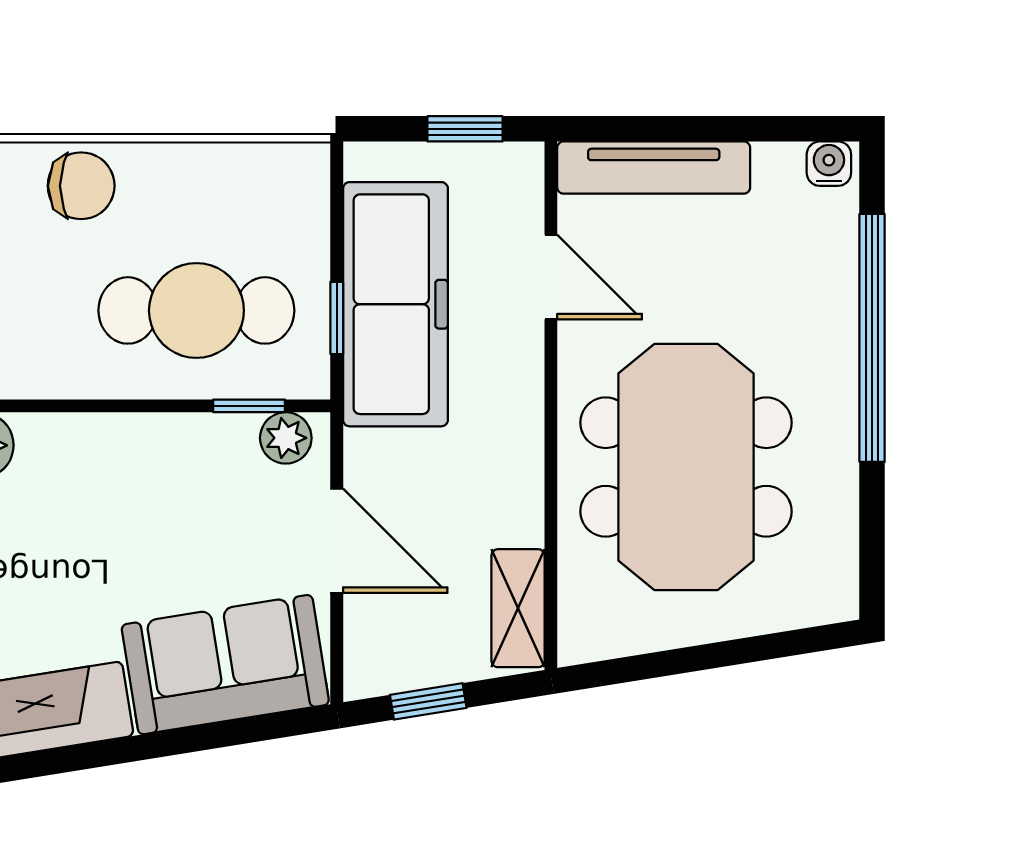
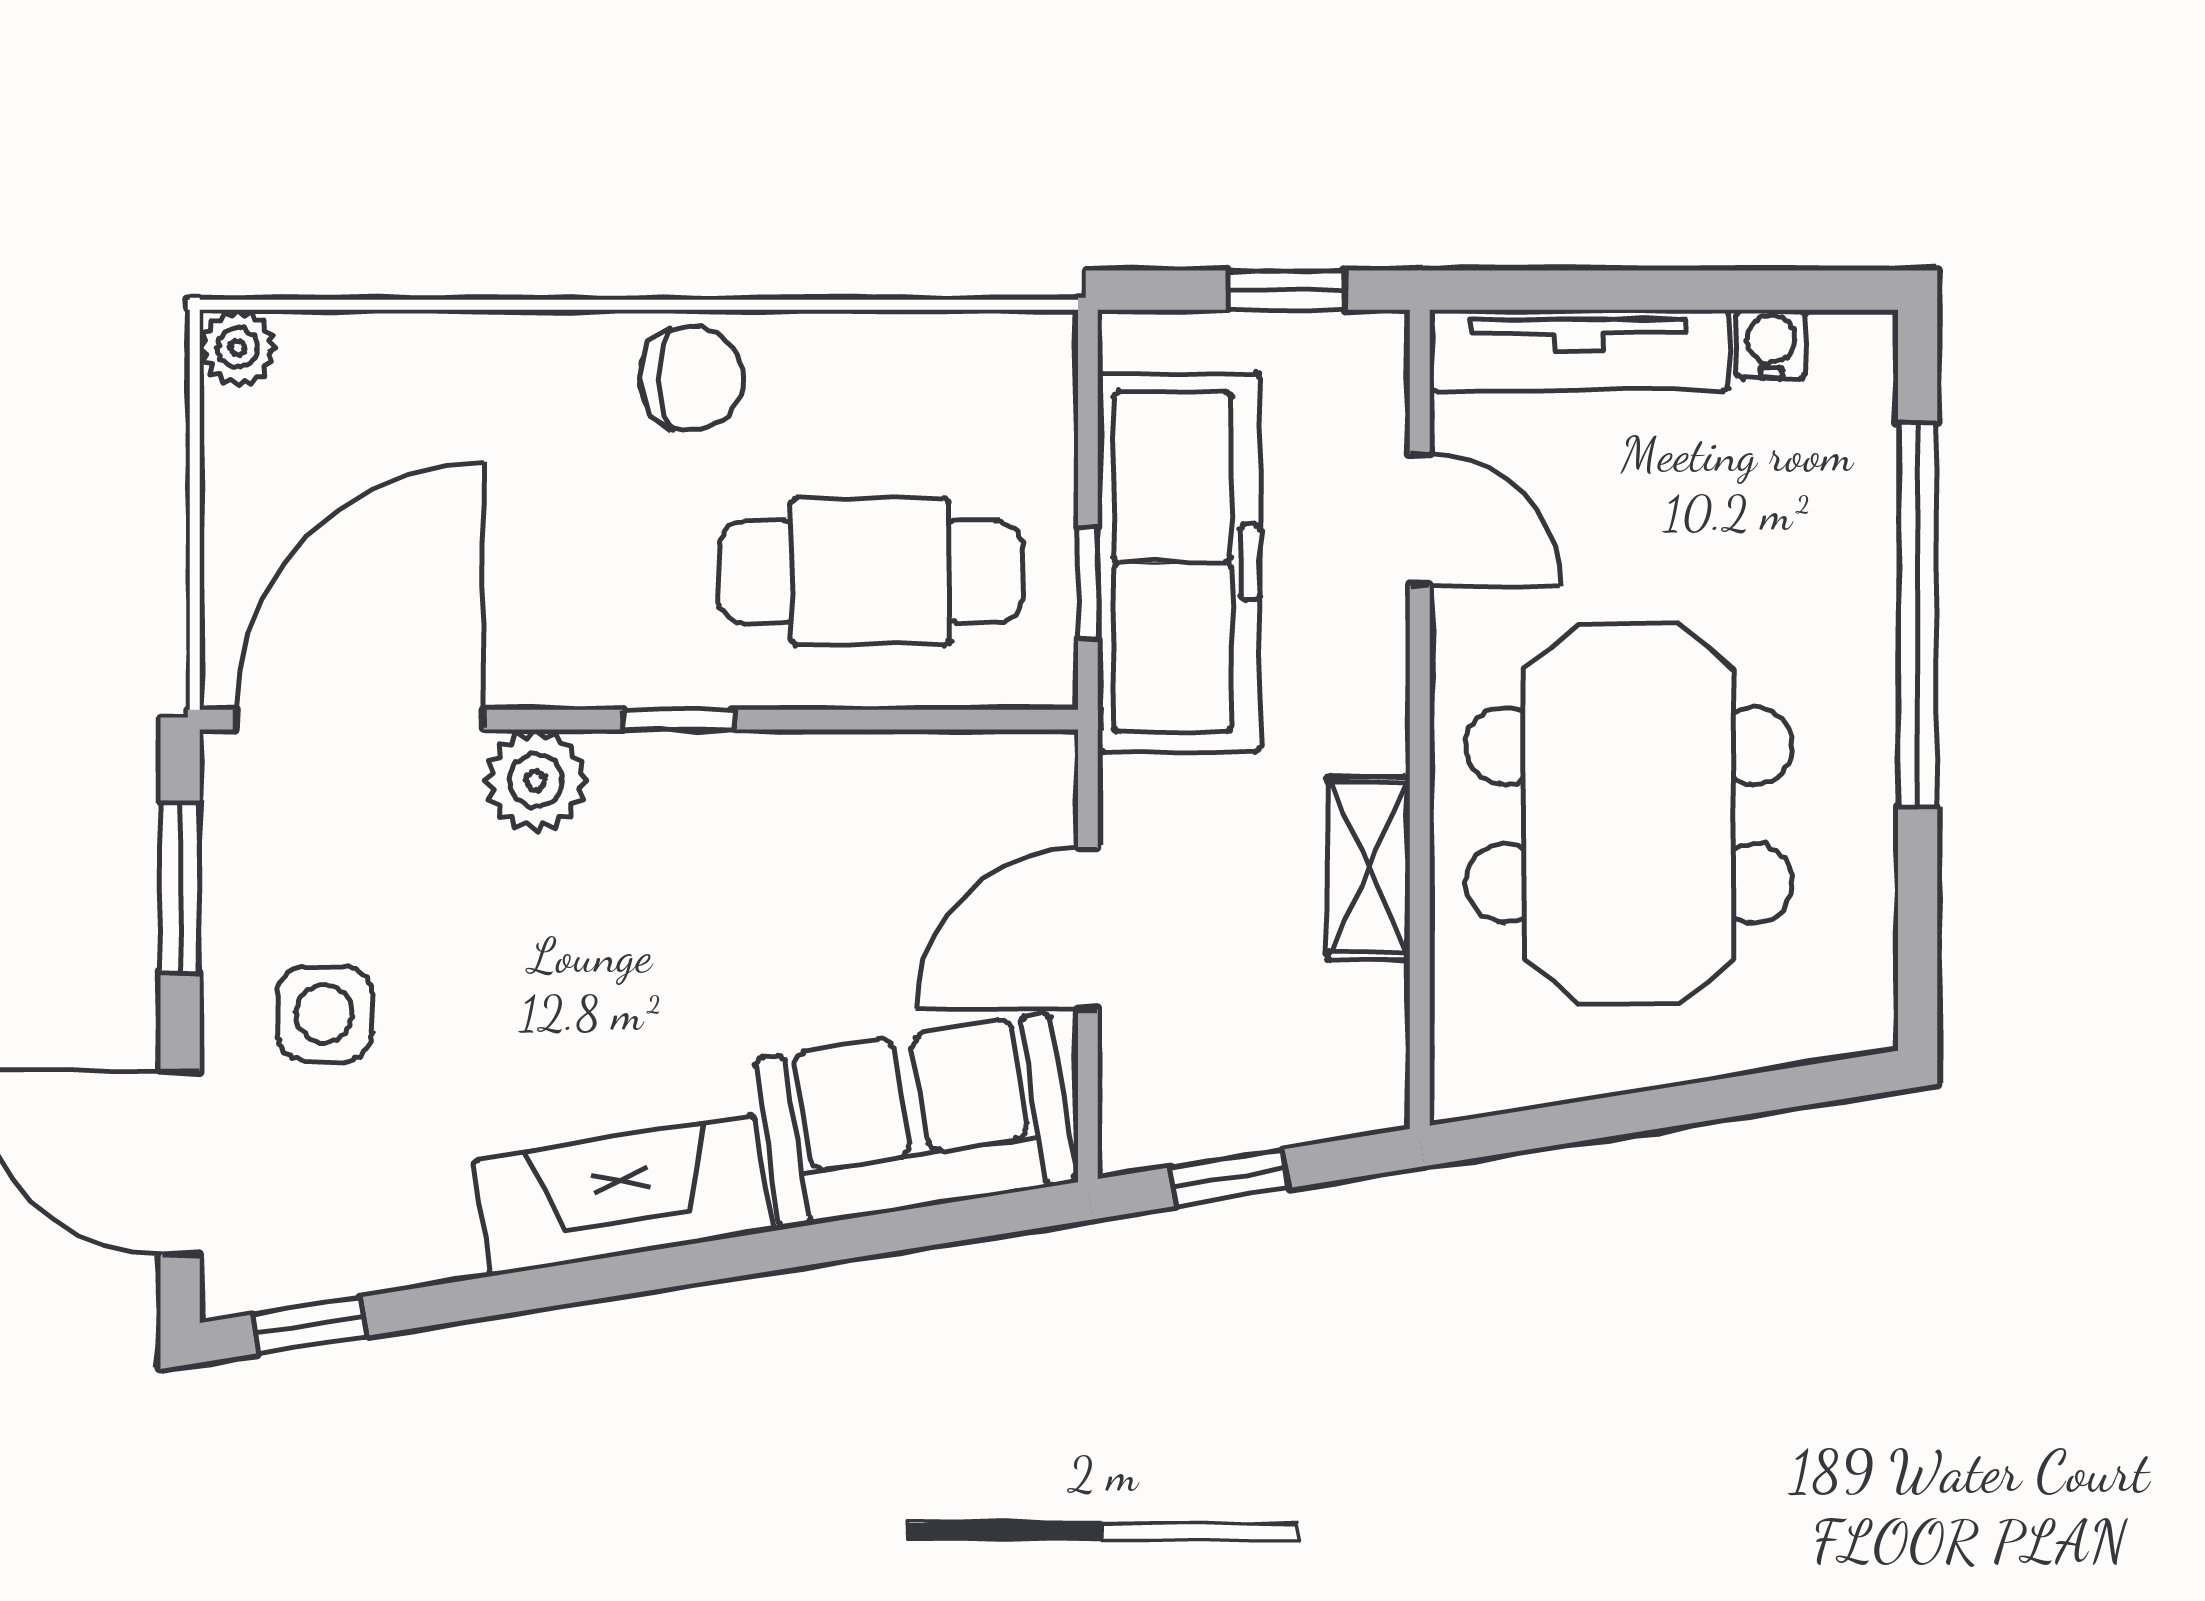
water cooler: (829, 164) -> (1771, 344), moved
window: (249, 406) -> (679, 720), moved
plant: (286, 438) -> (1009, 769), removed
door: (337, 541) -> (1088, 929), swing flipped
shelving: (518, 608) -> (1369, 868), moved

